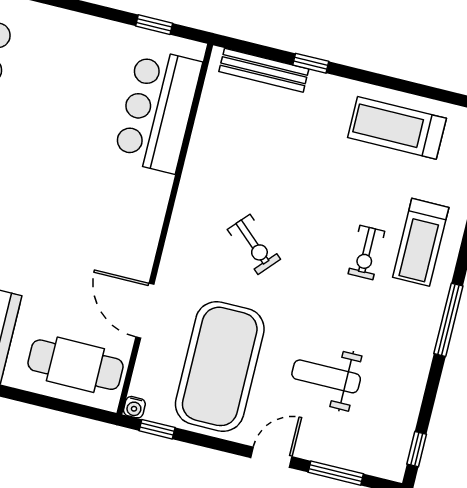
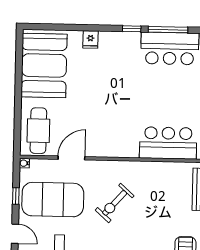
exercise bike: (254, 244) -> (115, 203), width x1.38, depth x1.39
window: (157, 429) -> (16, 196), moved

